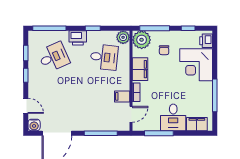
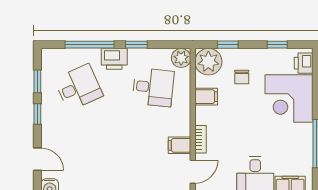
window: (49, 28) -> (90, 45), moved
window: (155, 28) -> (228, 45), width x0.46
filing cabinet: (140, 69) -> (206, 97), width x0.50

